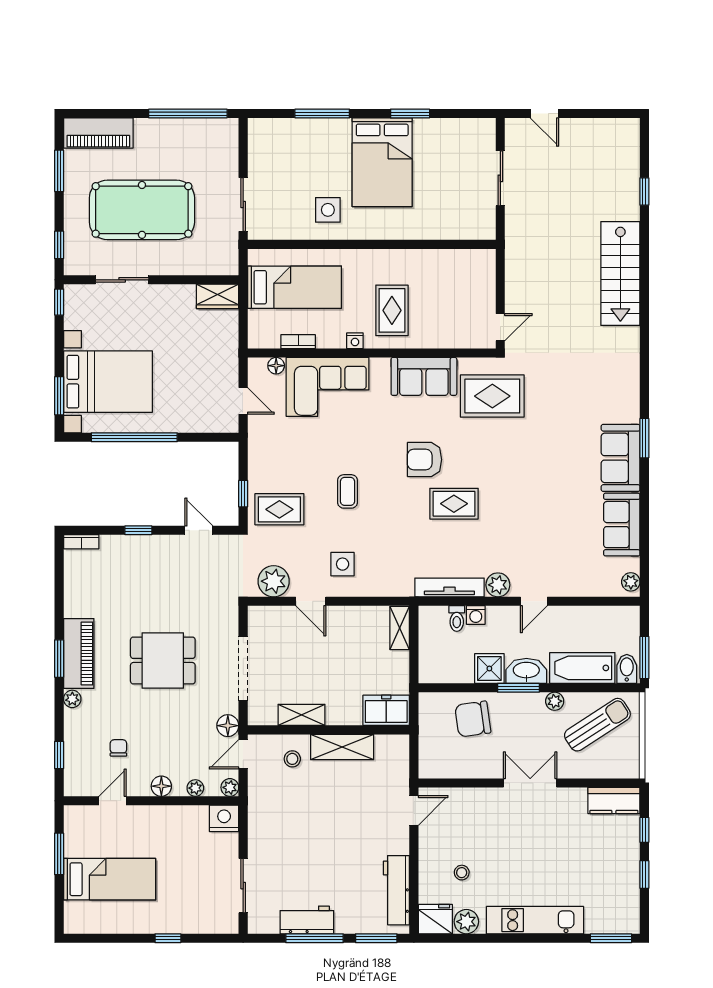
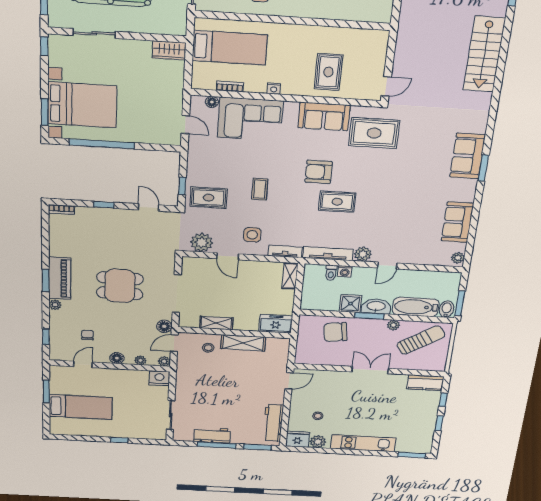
rug: (392, 310) -> (328, 72), moved
sofa: (621, 458) -> (467, 156), moved
tv unit: (390, 588) -> (285, 251), added

